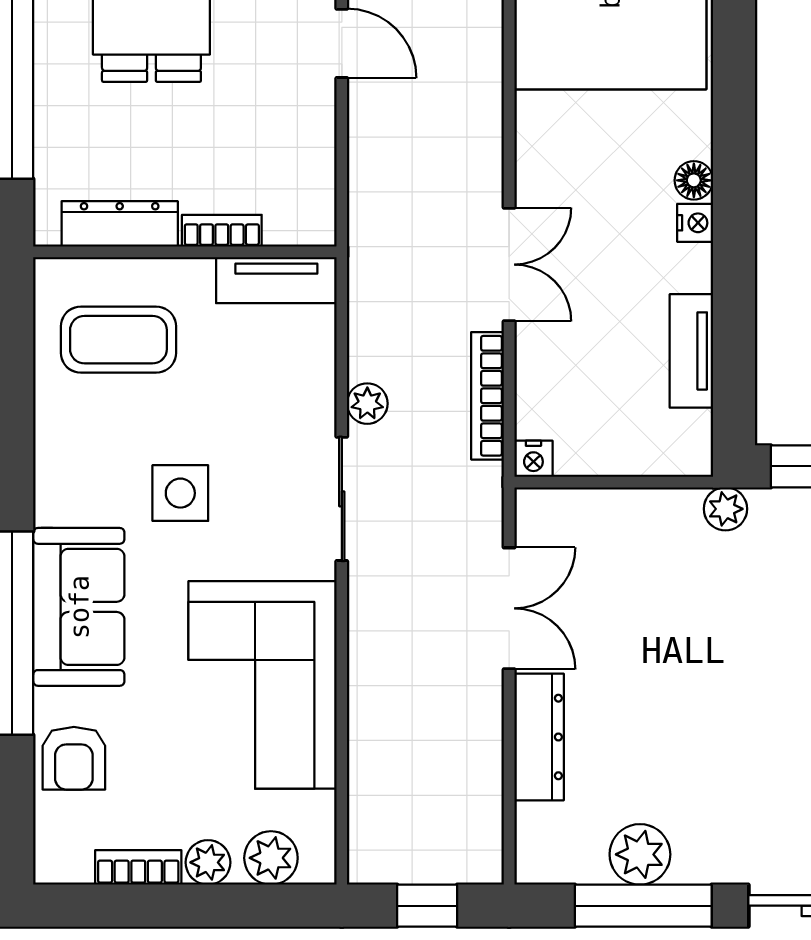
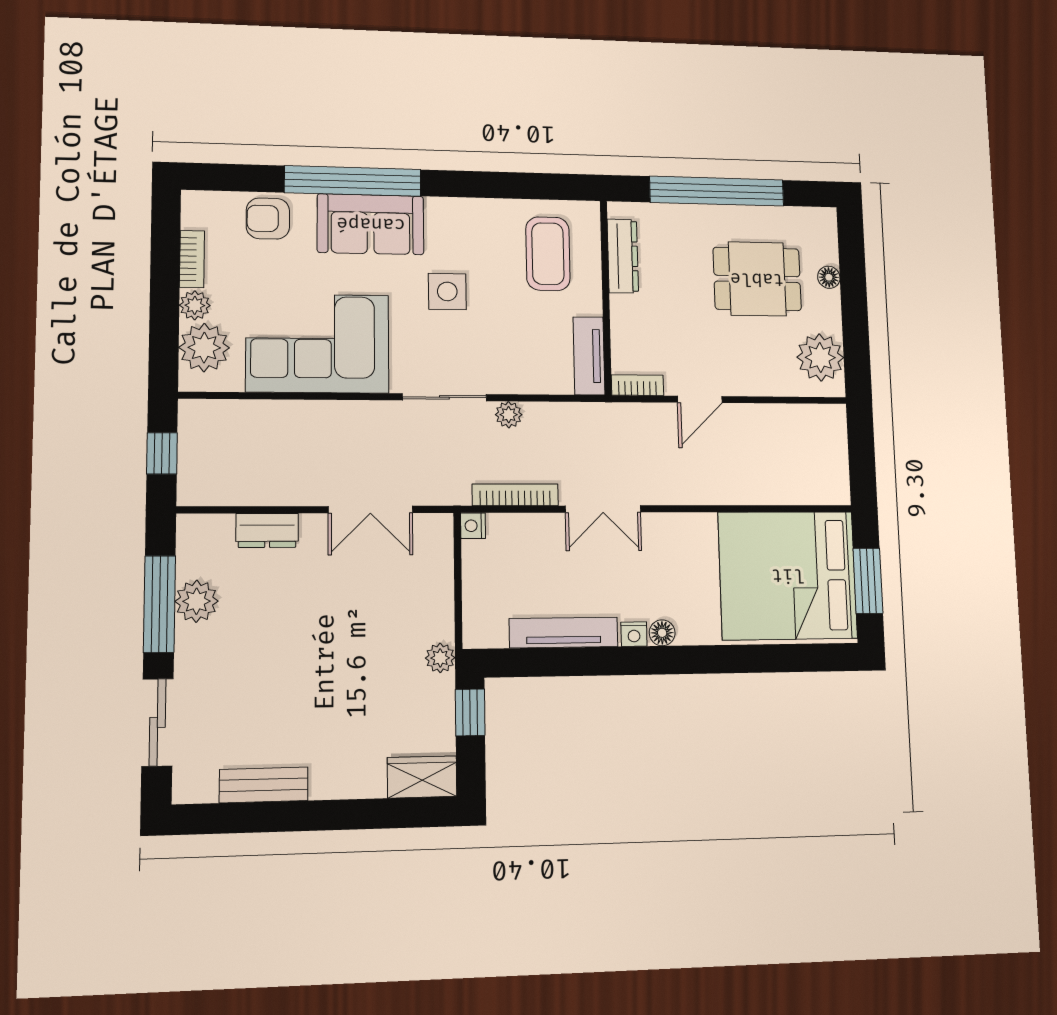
door: (342, 43) -> (700, 399), moved
bookcase: (222, 231) -> (637, 385), moved, turned -90
tv unit: (691, 351) -> (564, 633), width x1.41
dresser: (539, 737) -> (267, 530), width x0.70
plant: (271, 858) -> (204, 348), width x1.36, depth x1.36

